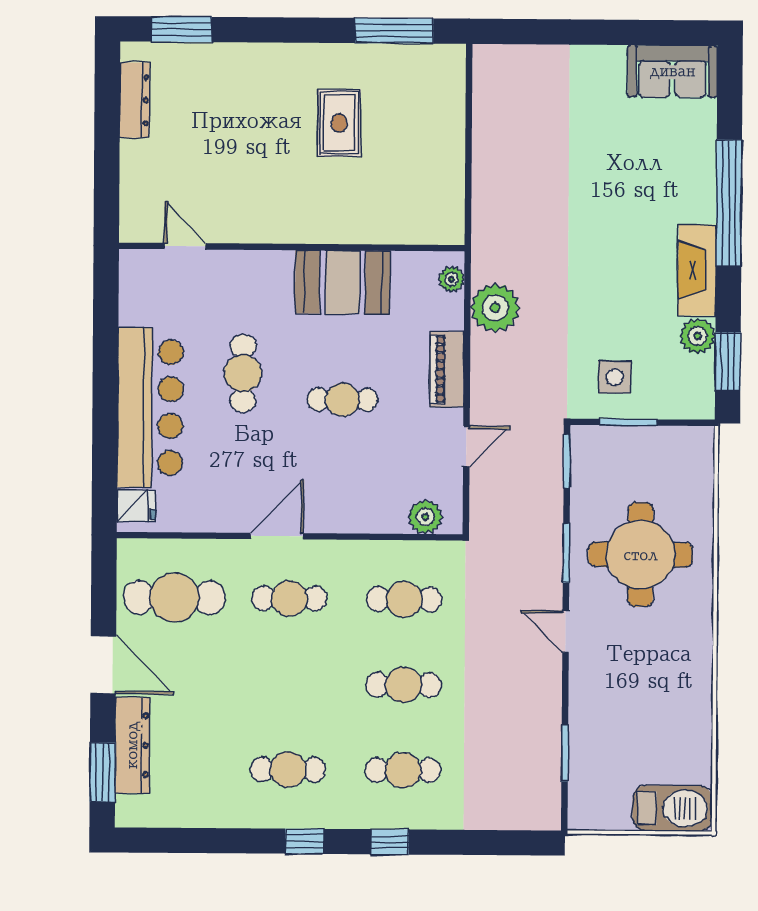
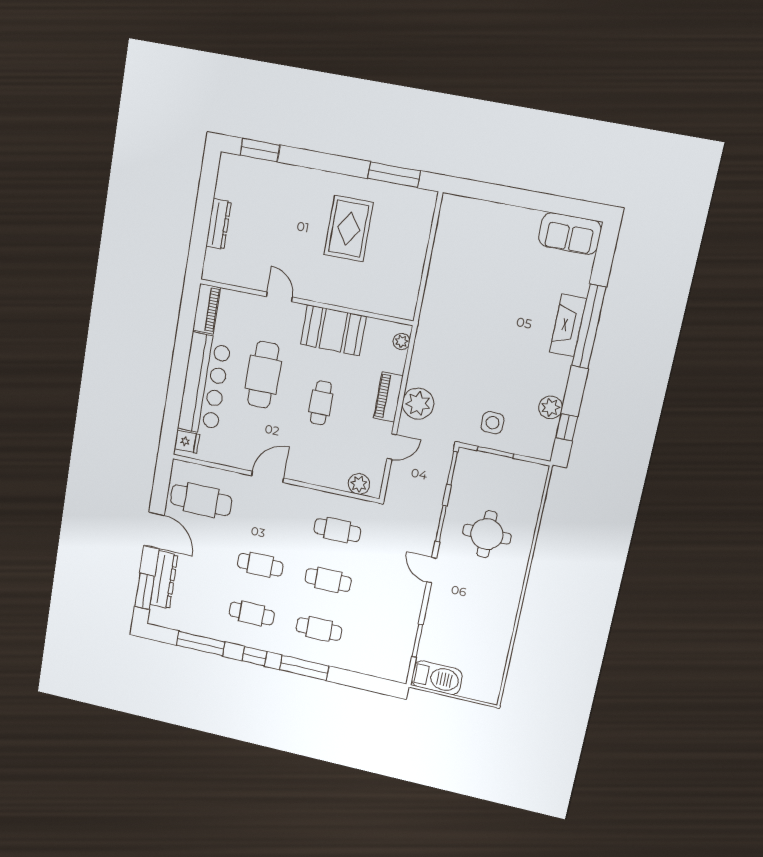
dresser: (135, 100) -> (219, 224), moved
rug: (339, 123) -> (349, 229), width x1.36, depth x1.43
door: (185, 246) -> (279, 297), moved
fireplace: (697, 270) -> (568, 325), moved
piano: (135, 287) -> (207, 309), added
plant: (495, 308) -> (418, 404), moved
window: (728, 362) -> (567, 427), width x0.67
cafe table: (243, 373) -> (263, 375), width x1.37, depth x1.35
cafe table: (342, 400) -> (321, 403), turned 90
round table: (641, 555) -> (487, 534), width x0.73, depth x0.73
cafe table: (289, 598) -> (260, 565), moved
barbecue: (672, 808) -> (437, 678), moved
window: (211, 841) -> (201, 644), added
window: (390, 842) -> (304, 668), width x2.17

